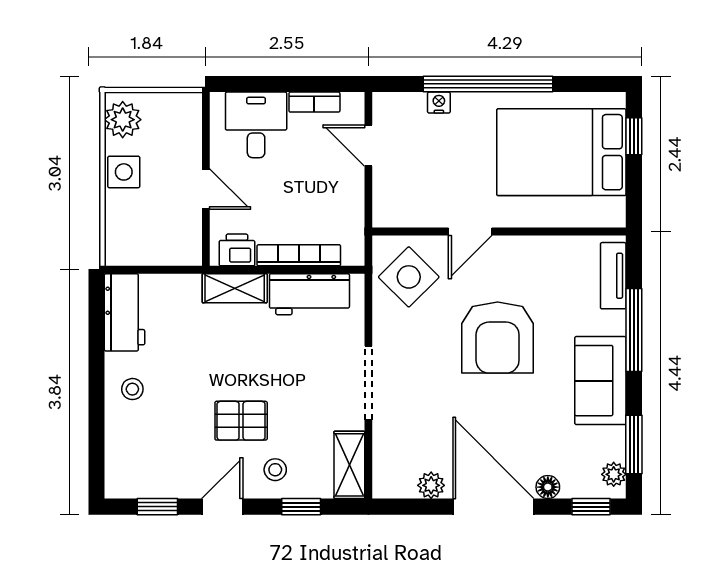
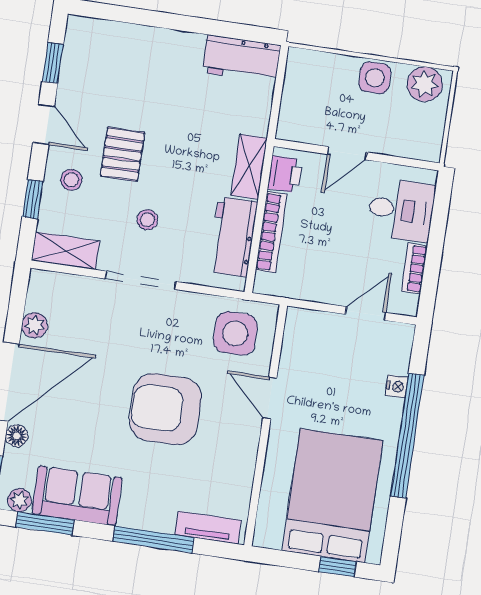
side table: (409, 277) -> (235, 333), turned 45
sofa: (600, 381) -> (77, 496), moved
stool: (132, 389) -> (147, 220), moved

